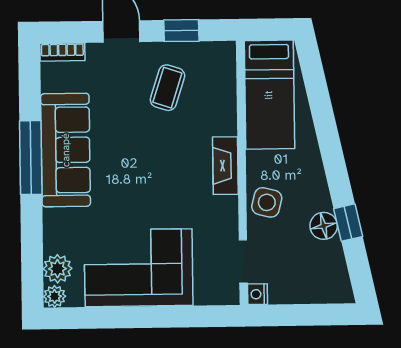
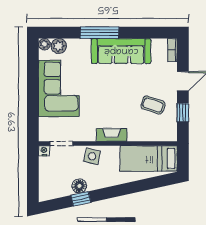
window: (31, 158) -> (100, 33), moved

